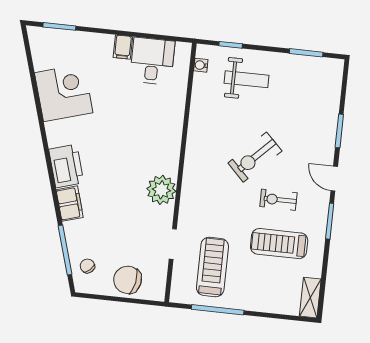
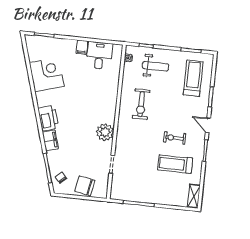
exercise bike: (255, 157) -> (141, 104), moved, turned -45
treadmill: (212, 267) -> (193, 78), moved

